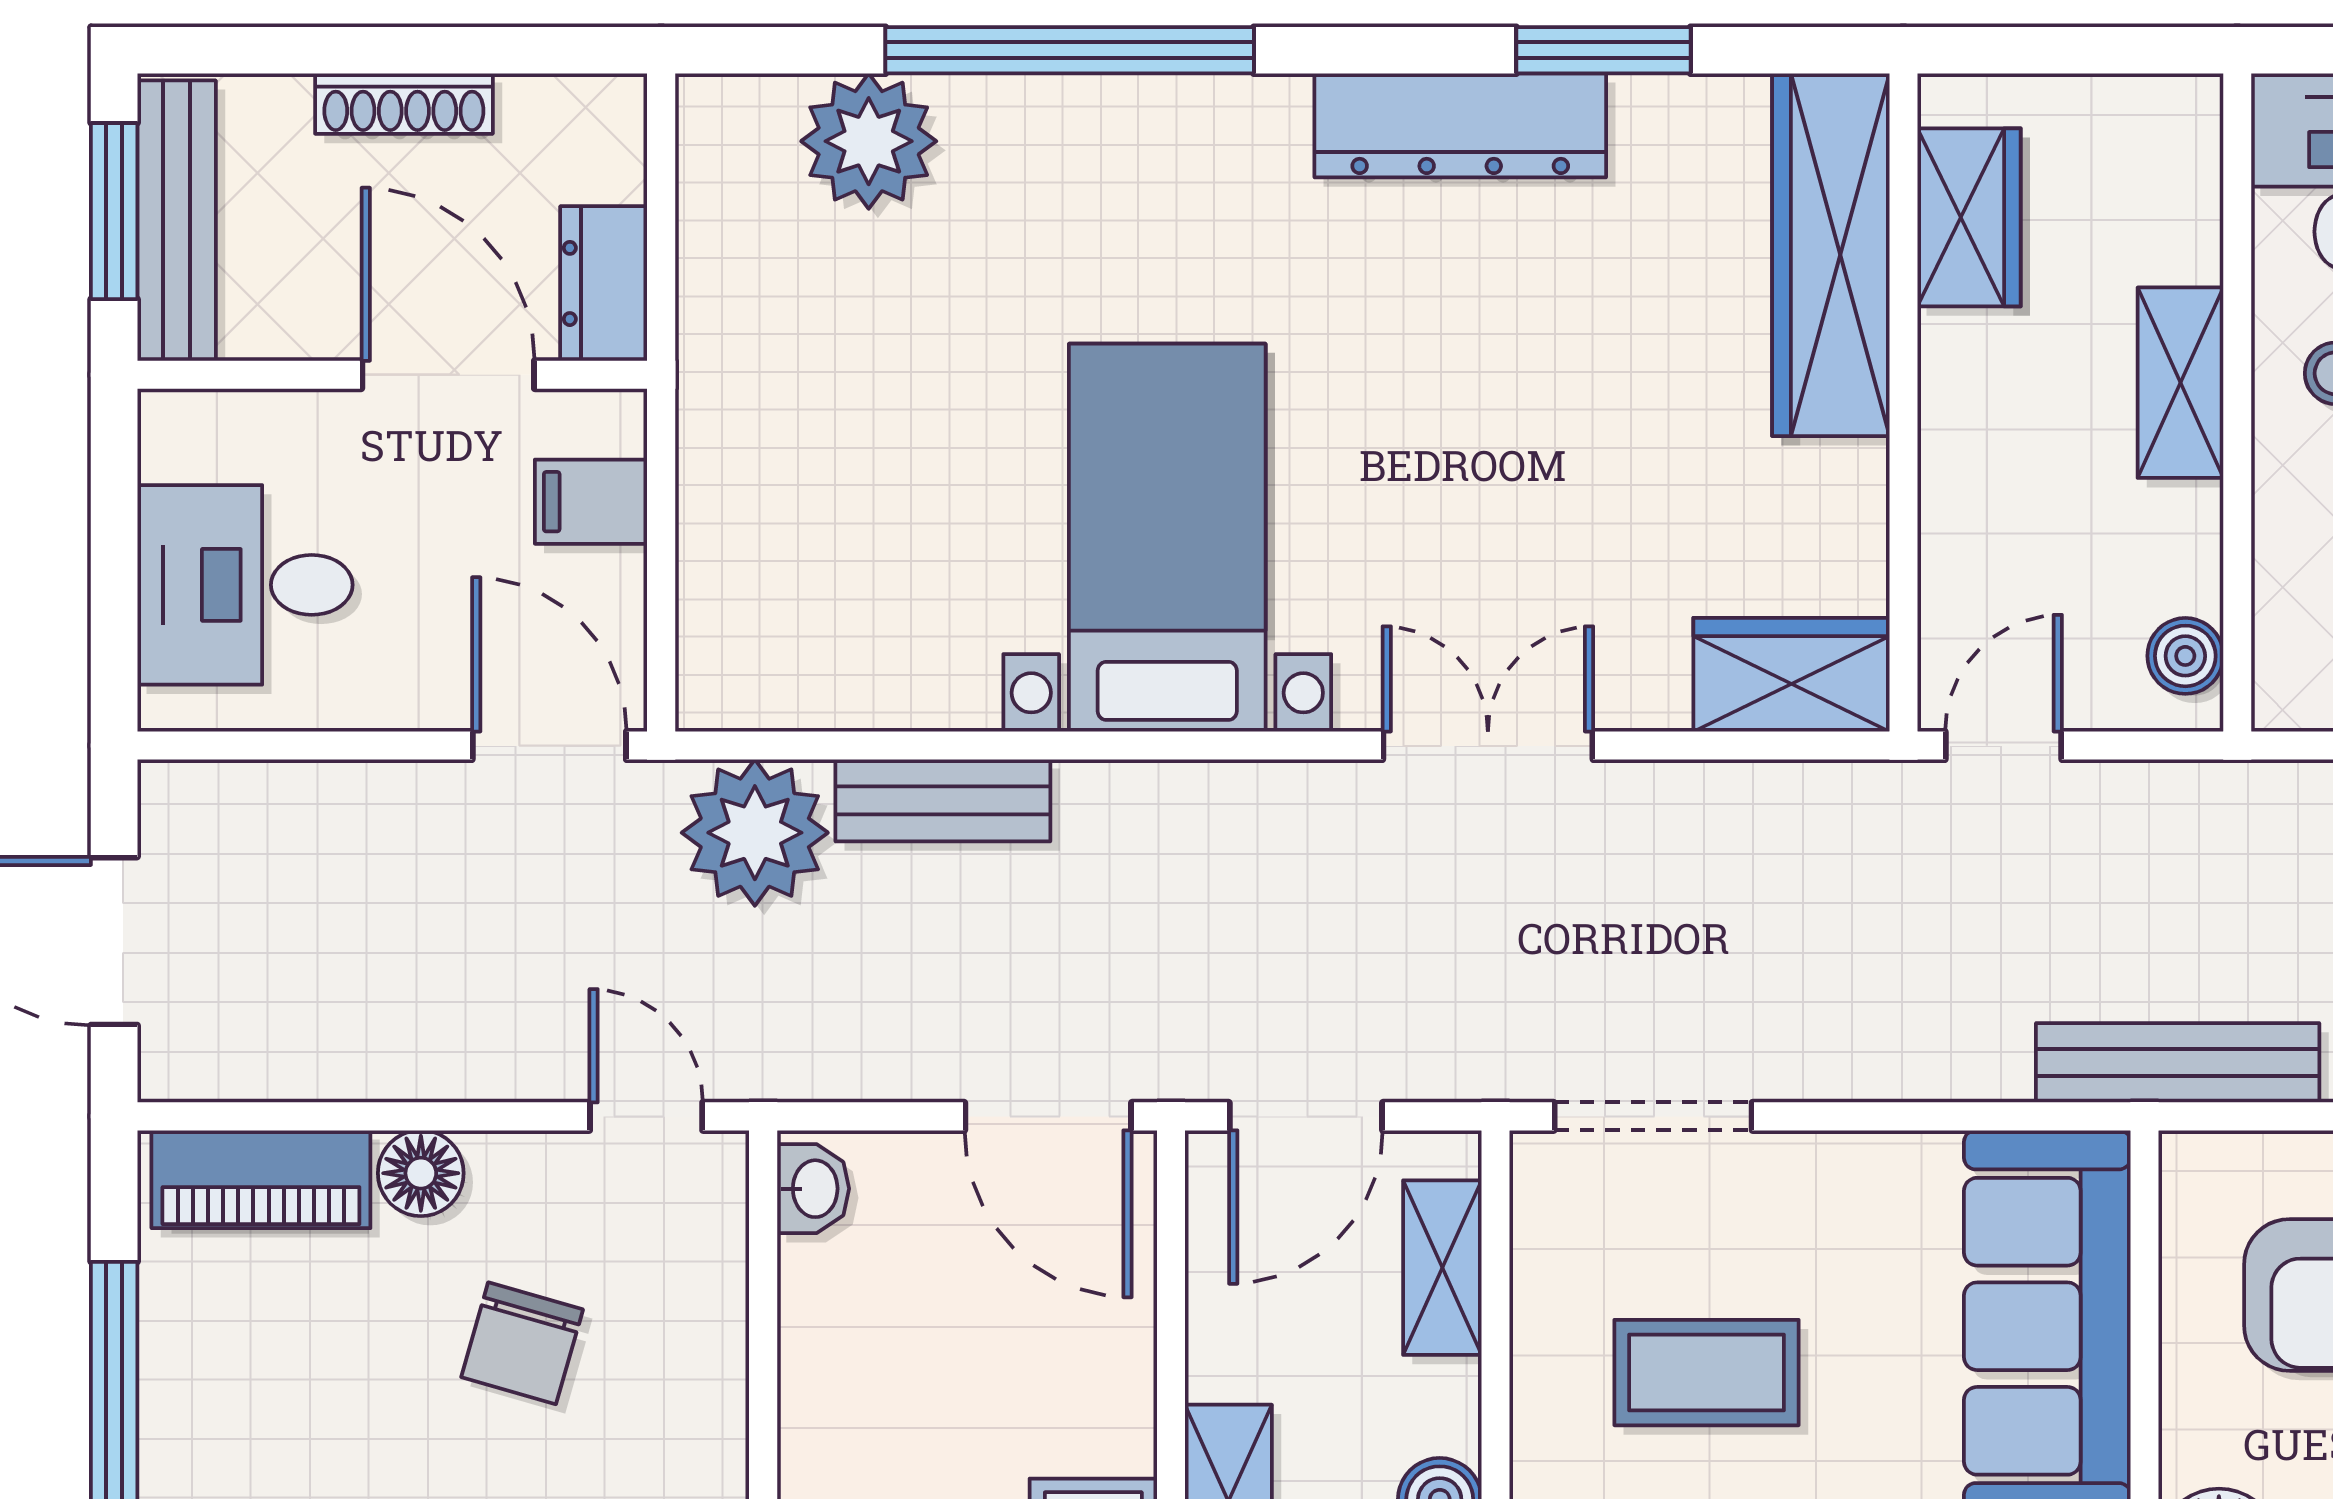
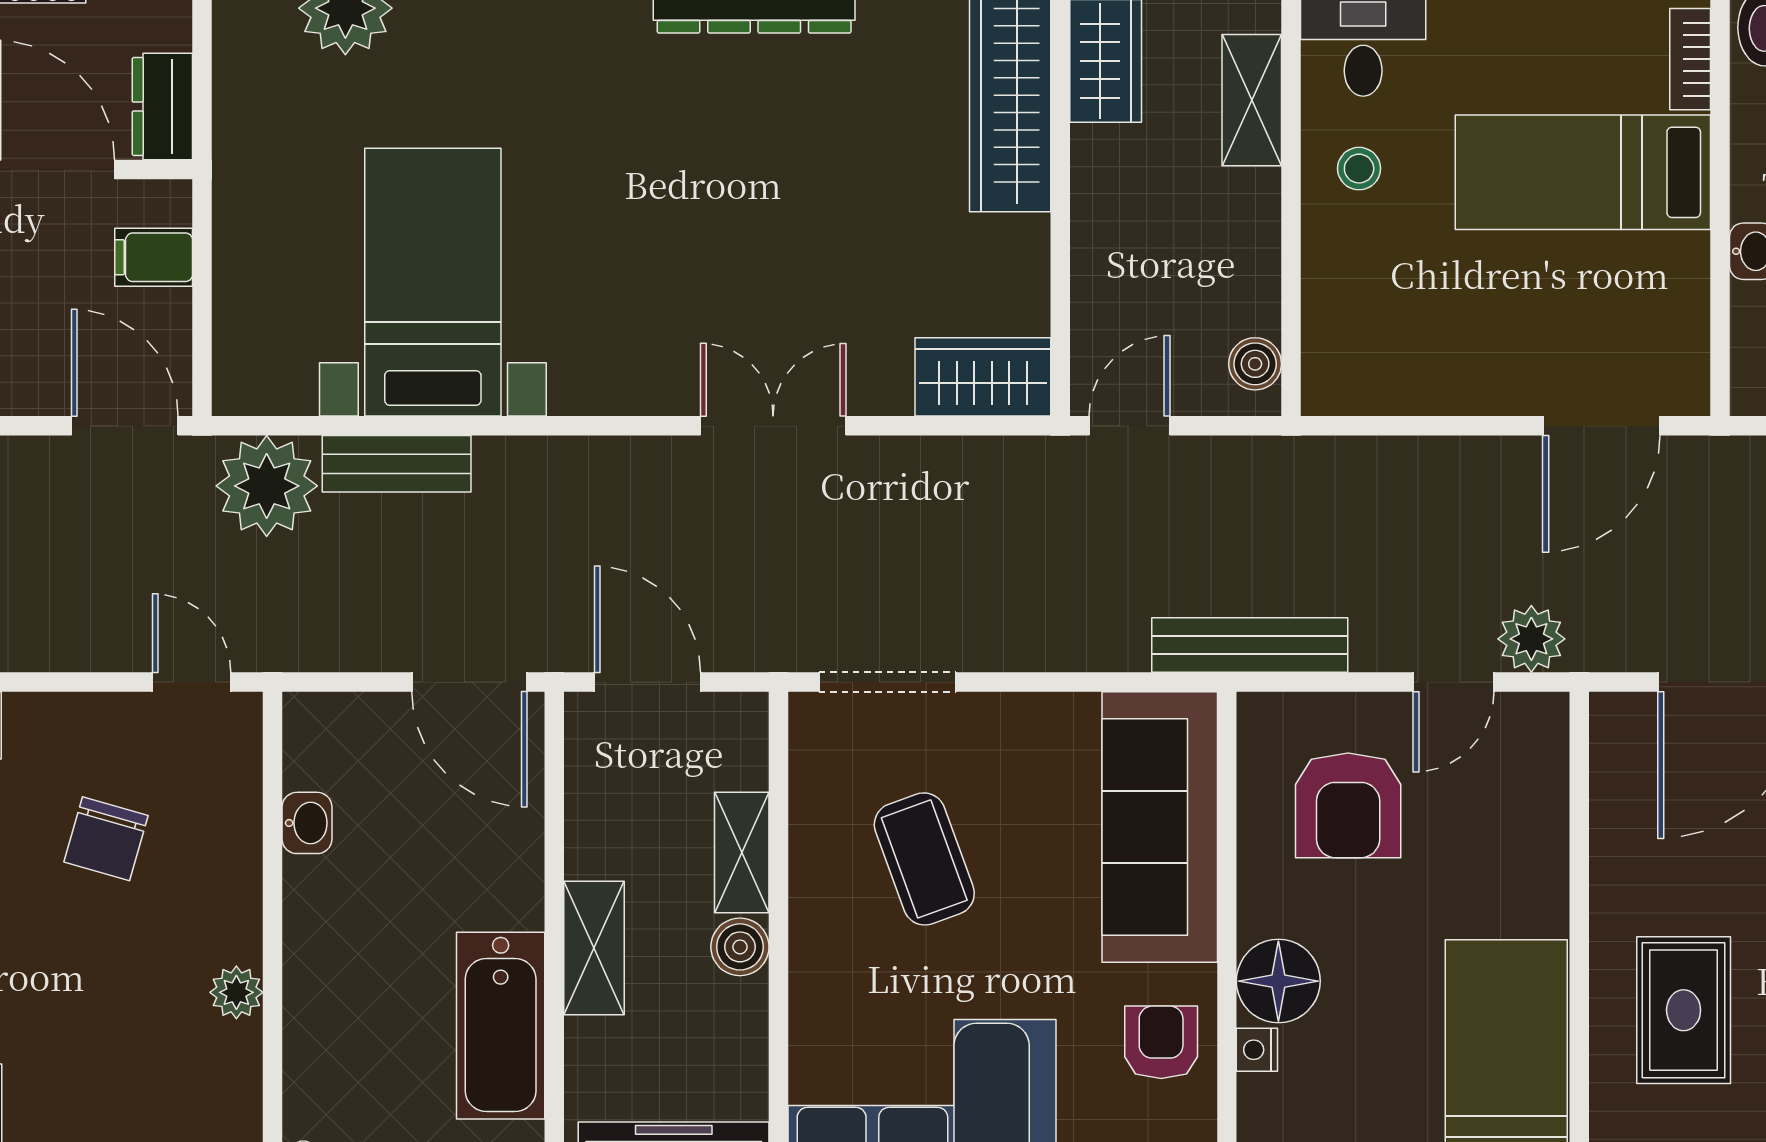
shelving: (2180, 383) -> (1252, 100), moved
bed with nightstands: (1167, 538) -> (433, 282), moved
door: (1306, 1116) -> (648, 682), swing flipped
floor lamp: (421, 1173) -> (36, 721), removed
washbasin: (813, 1189) -> (307, 823), moved
shelving: (1442, 1268) -> (742, 852), moved
coffee table: (1707, 1373) -> (924, 859), turned 70

